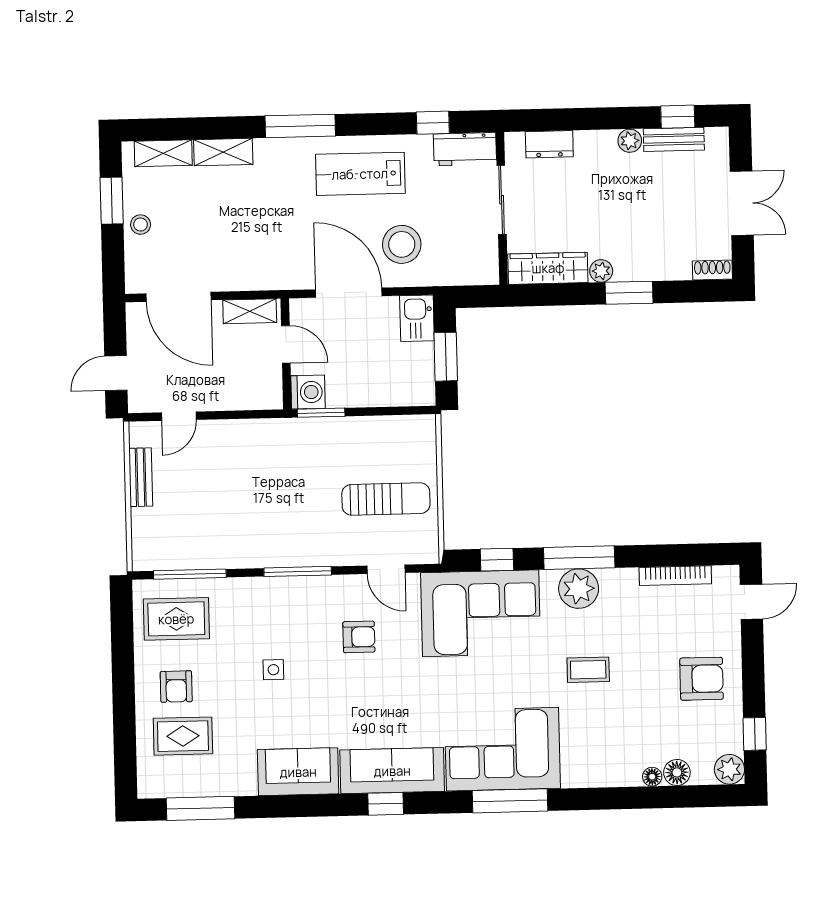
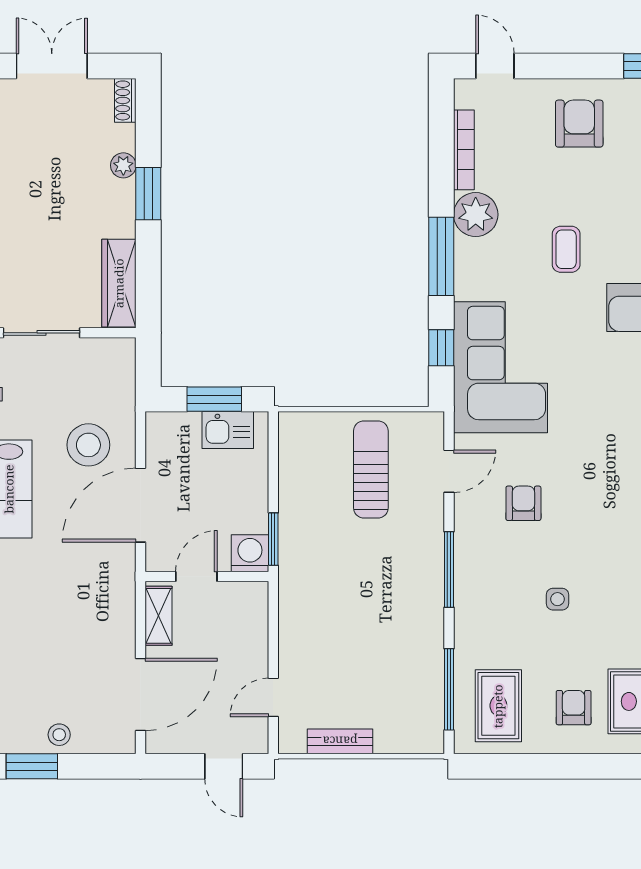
plant: (601, 271) -> (123, 165), moved
kitchen sink: (417, 318) -> (228, 430), moved
door: (179, 416) -> (273, 697), swing flipped
plant: (579, 589) -> (476, 215), moved
armchair: (176, 687) -> (574, 708), turned -90

